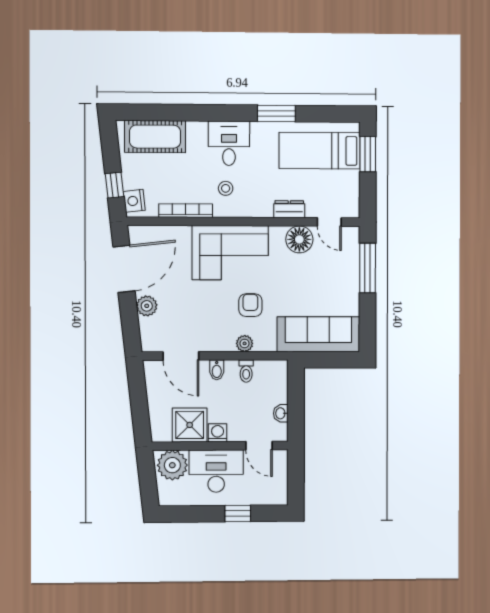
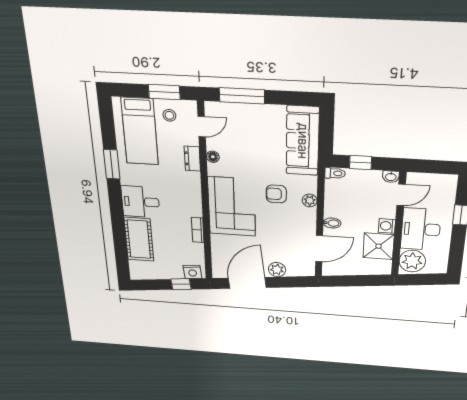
cot: (155, 137) -> (139, 239), moved
window: (368, 154) -> (164, 92), moved
stool: (226, 188) -> (169, 115), moved
bookcase: (186, 211) -> (198, 230), width x0.64
floor lamp: (299, 239) -> (213, 157), width x0.53, depth x0.53
door: (124, 269) -> (247, 283), hinge flipped
toilet: (246, 371) -> (335, 173), moved
window: (296, 399) -> (361, 163), added
washbasin: (281, 413) -> (391, 177), moved

